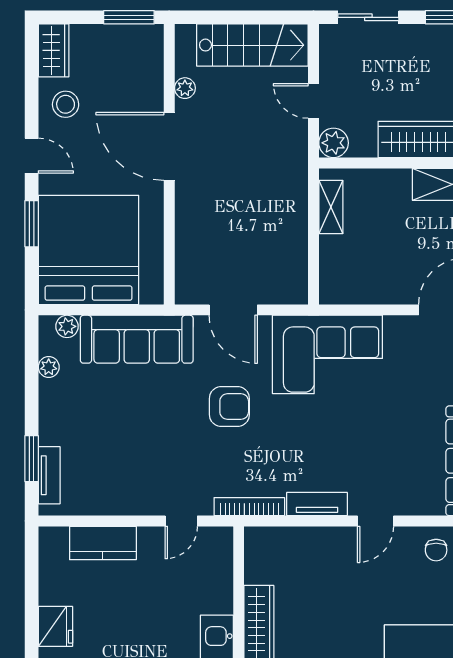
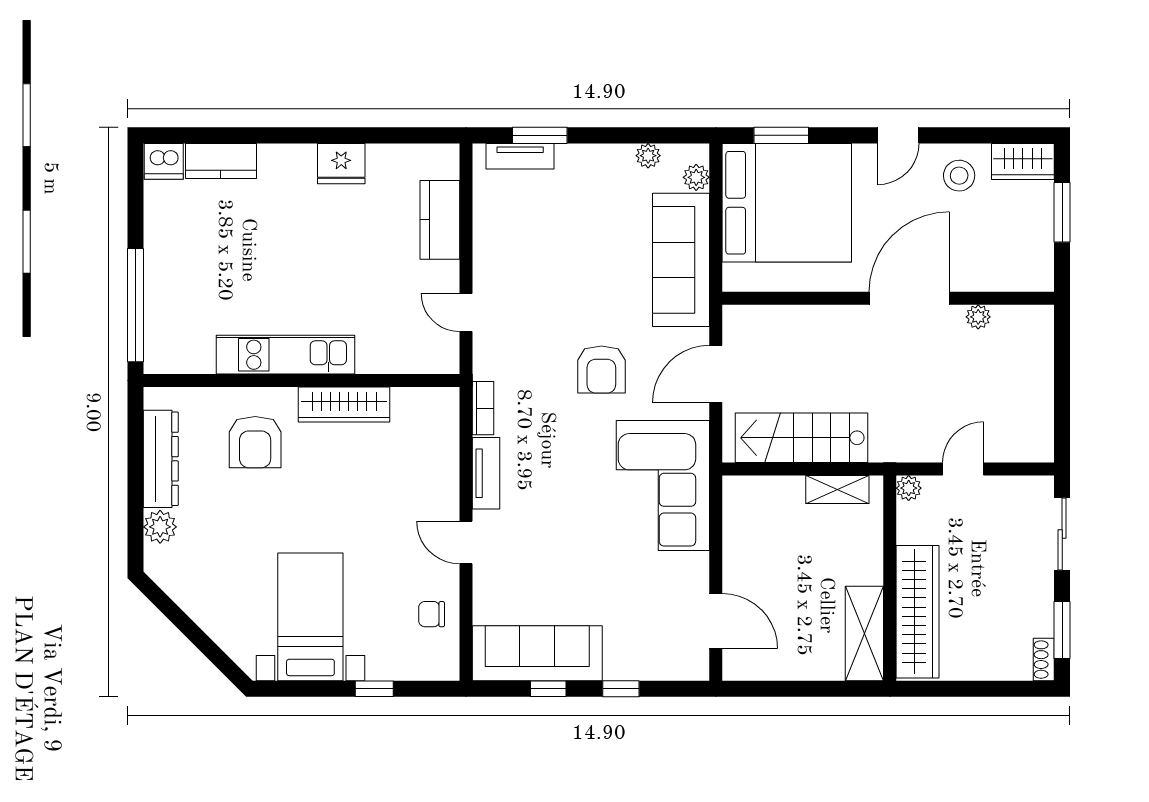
window: (129, 17) -> (1062, 212), moved
stairs: (252, 45) -> (801, 438), moved, turned 90
plant: (334, 143) -> (909, 488), width x0.73, depth x0.73
window: (32, 224) -> (781, 135), moved
bookcase: (249, 507) -> (483, 408), width x0.64

